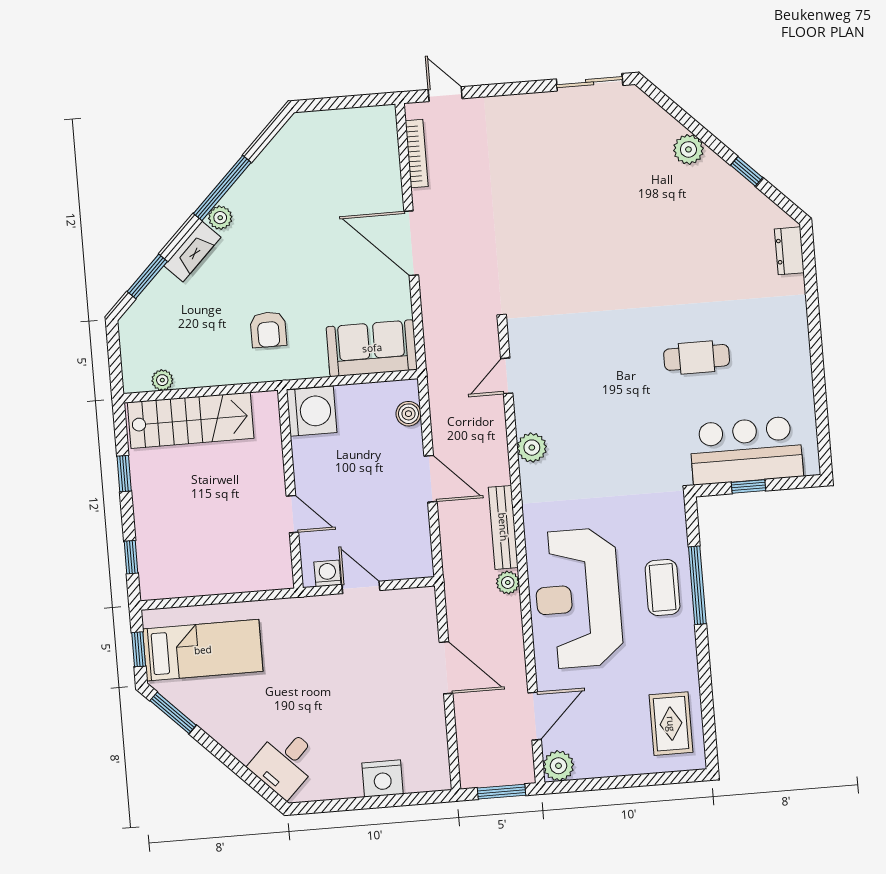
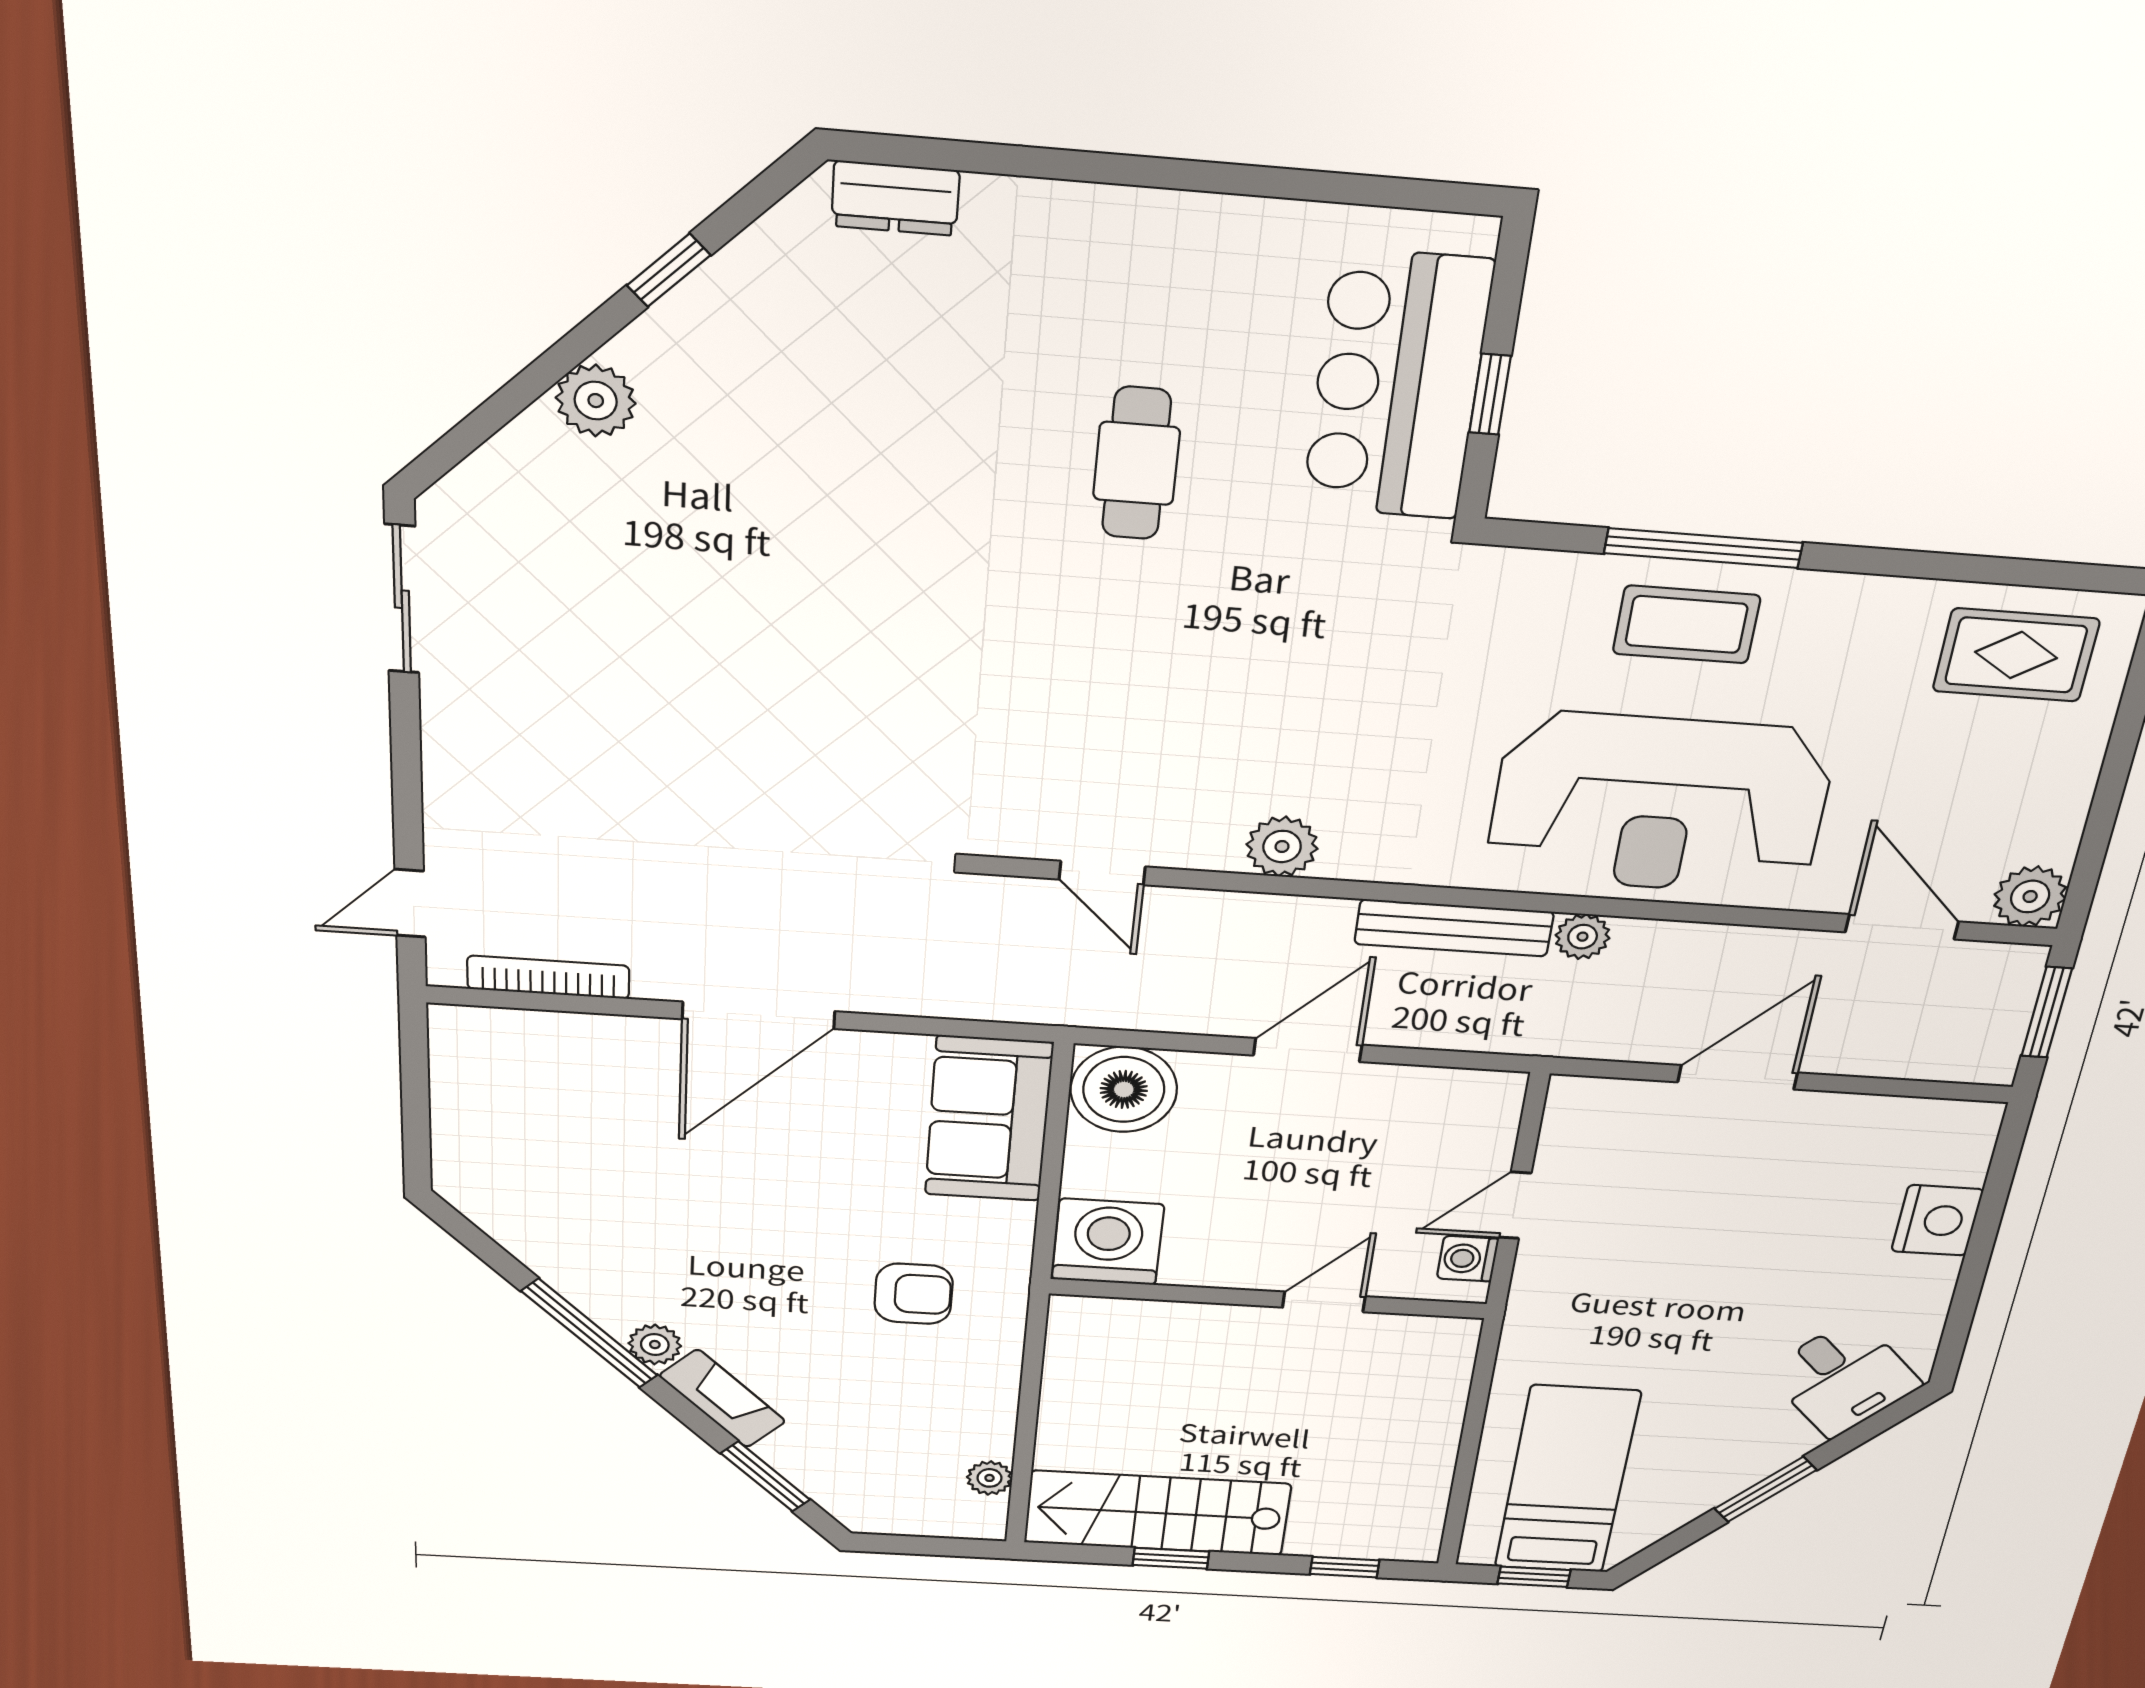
boiler: (408, 414) -> (1124, 1089), width x1.86, depth x1.86
stairs: (191, 420) -> (1157, 1513), moved, turned -90
window: (173, 713) -> (1765, 1489), moved

